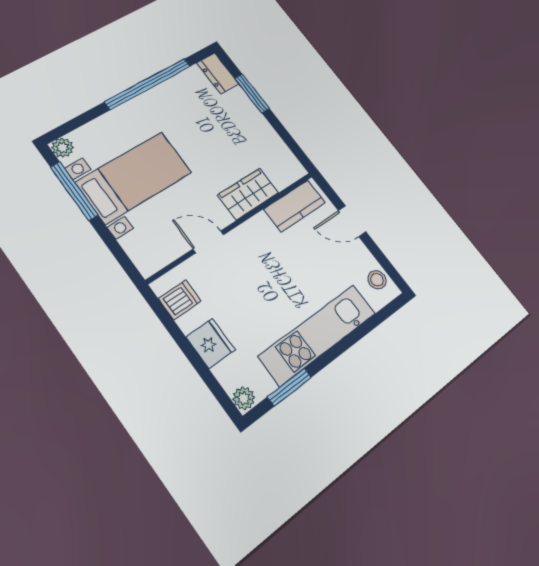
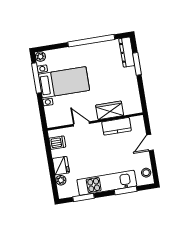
dresser: (218, 73) -> (127, 52), width x1.44
kitchen counter: (295, 206) -> (117, 126), moved
door: (352, 221) -> (150, 143), hinge flipped
window: (360, 332) -> (126, 191), added
plant: (244, 398) -> (61, 180), moved

